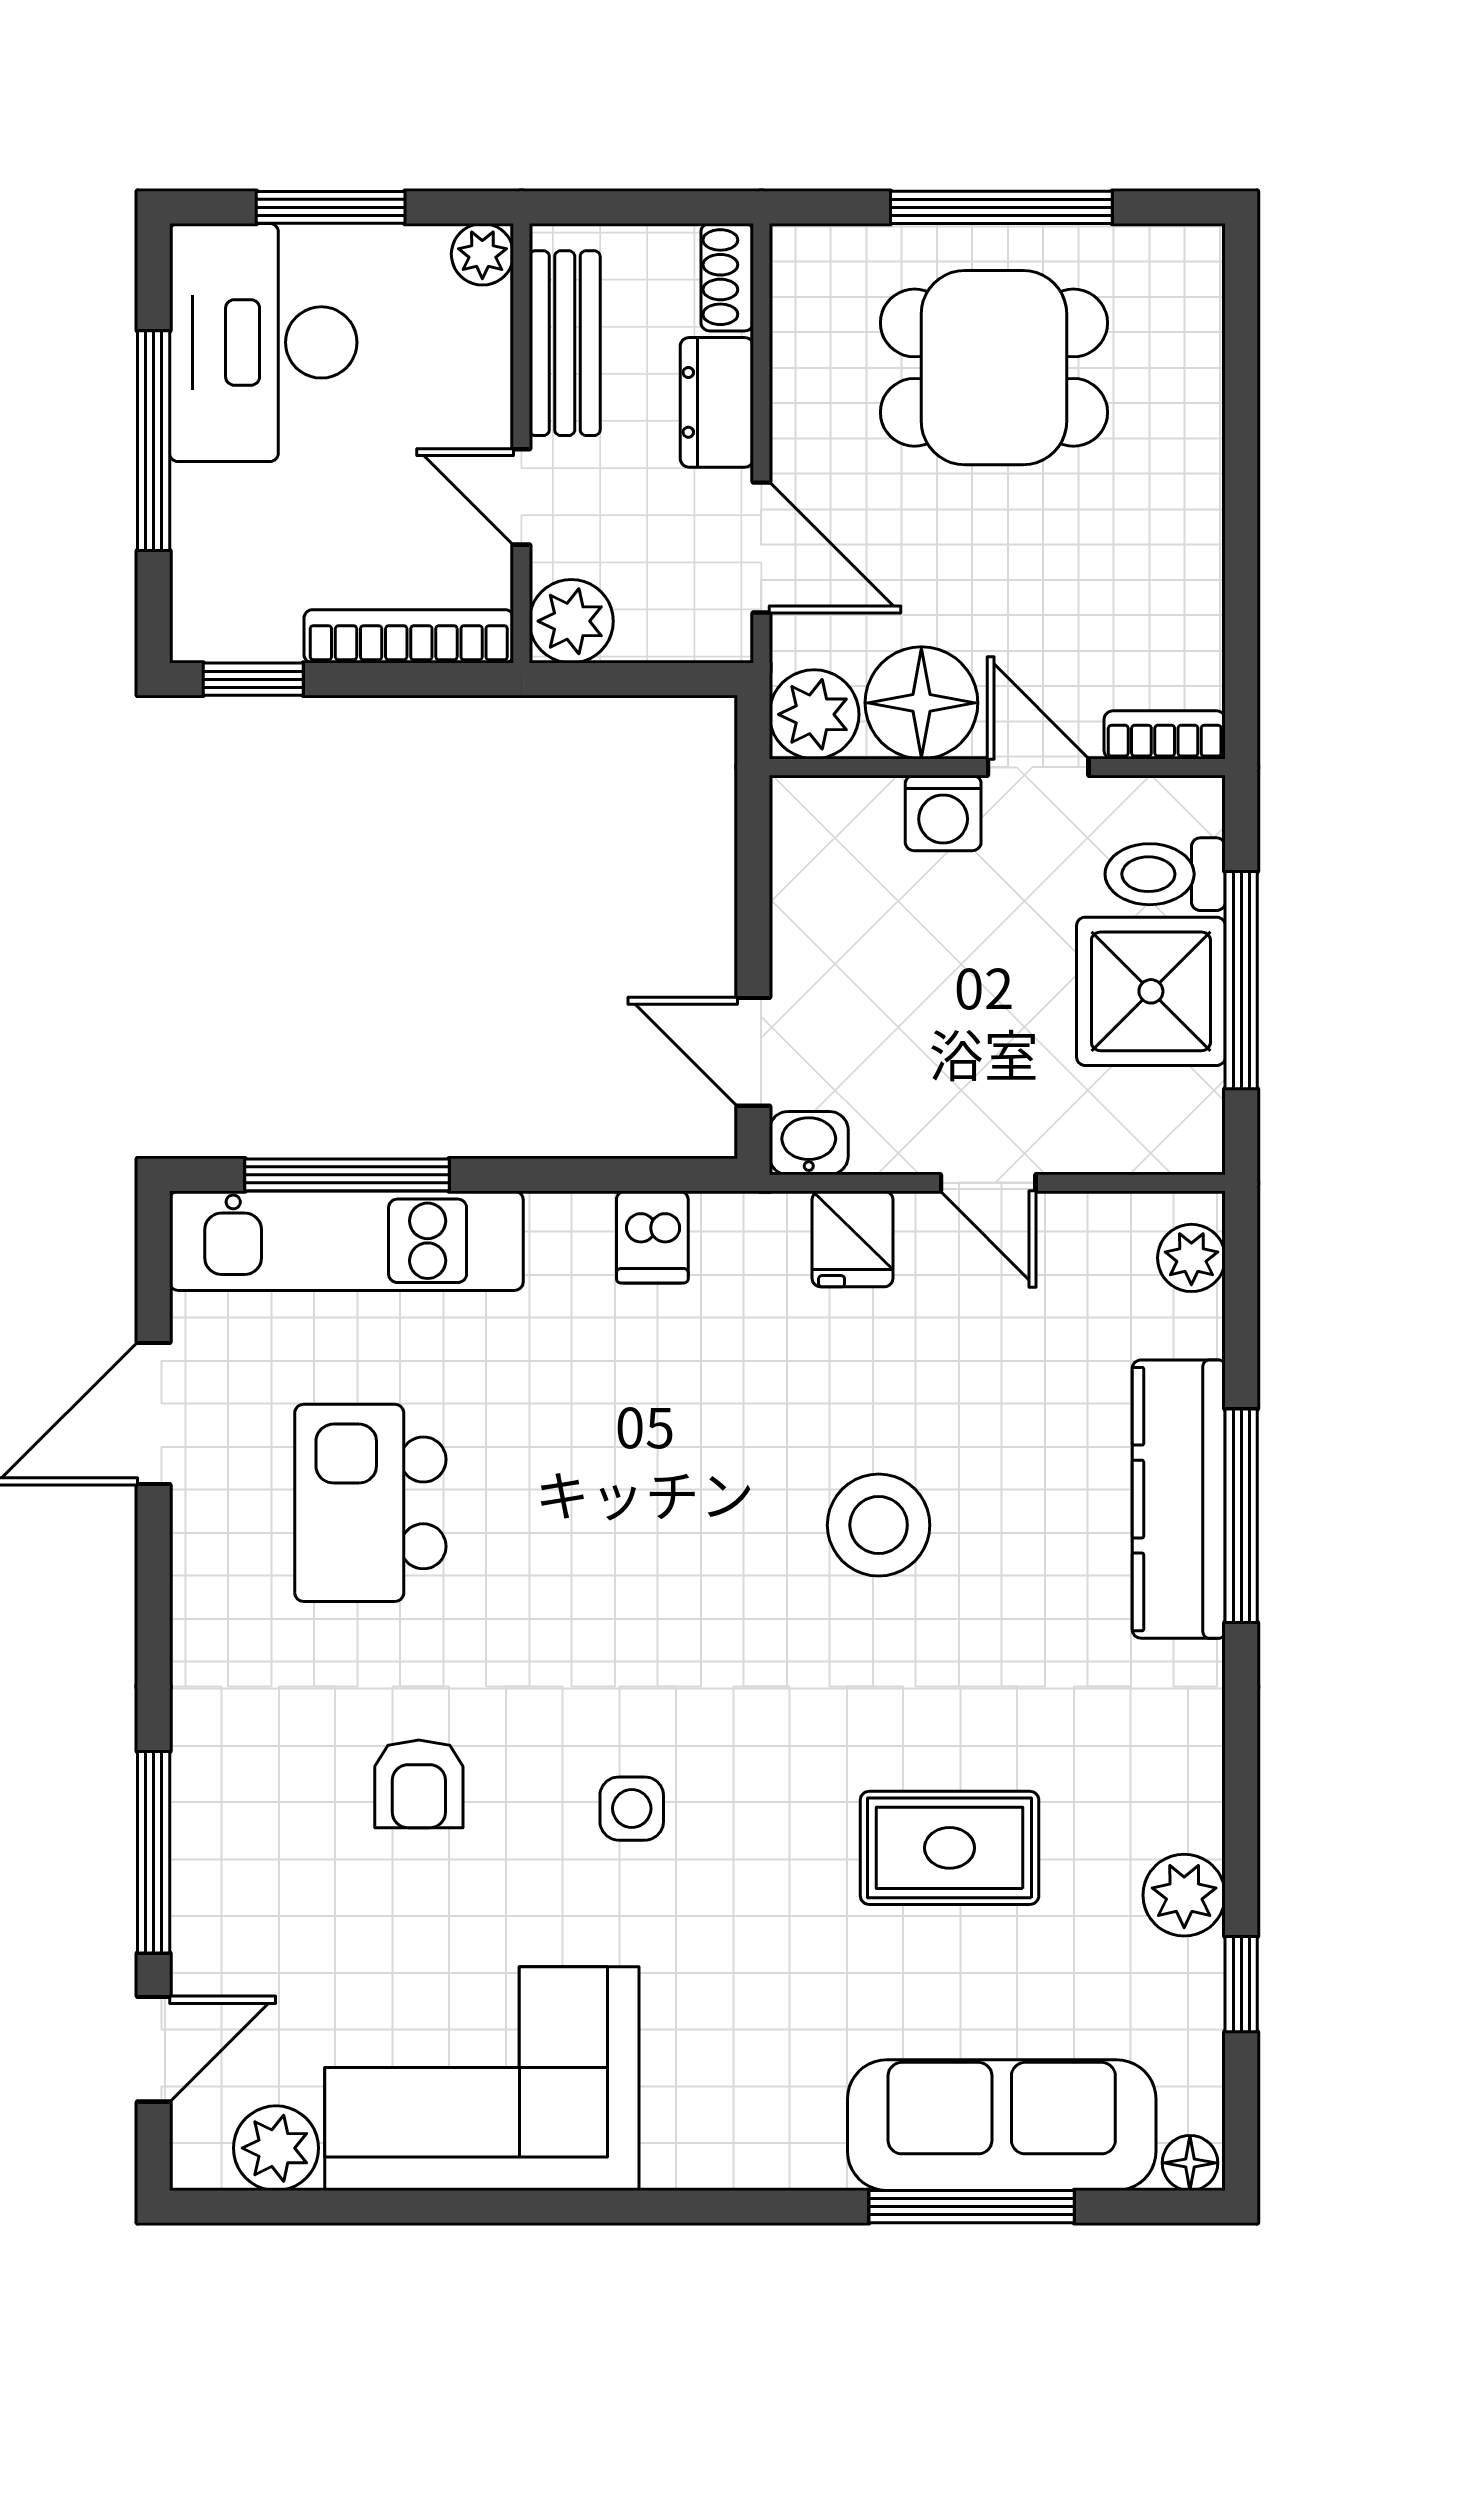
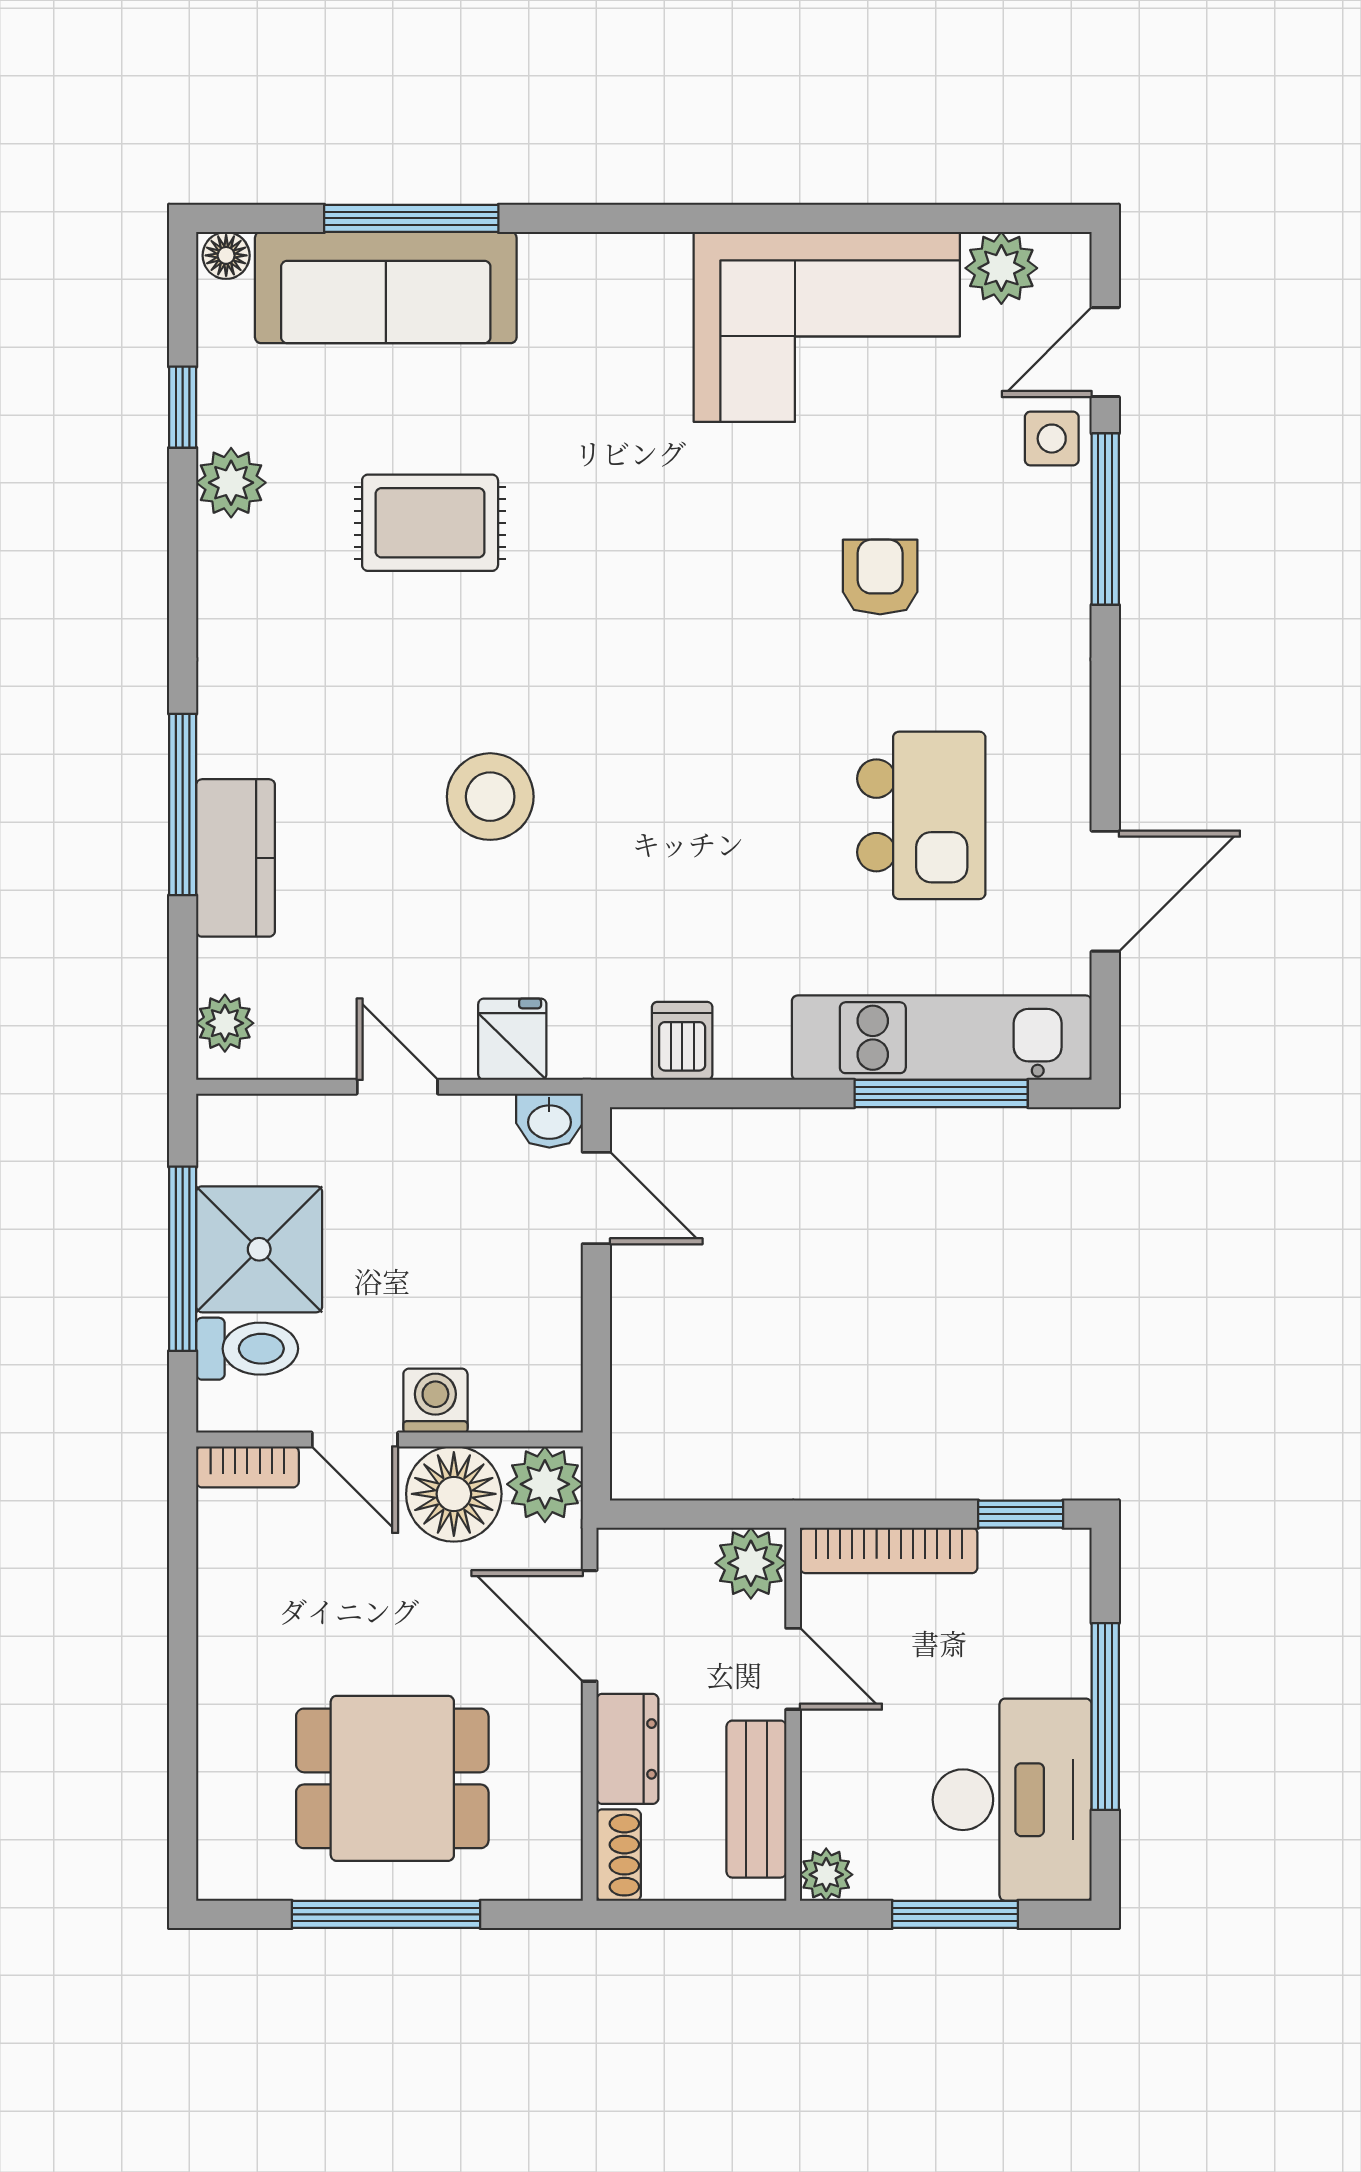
kitchen counter: (1179, 1499) -> (236, 858), width x0.67
side table: (632, 1809) -> (1052, 439), moved

